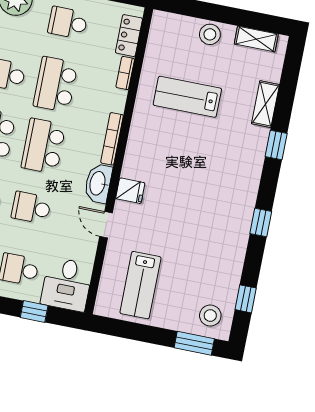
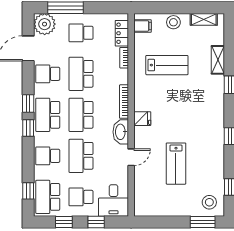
filing cabinet: (162, 31) -> (142, 26), added
lab bench: (187, 97) -> (167, 65), turned 180
fridge: (130, 191) -> (142, 119), moved
school desk: (31, 208) -> (81, 156), width x1.85
door: (106, 225) -> (131, 157), swing flipped
lab bench: (140, 285) -> (176, 164), moved

